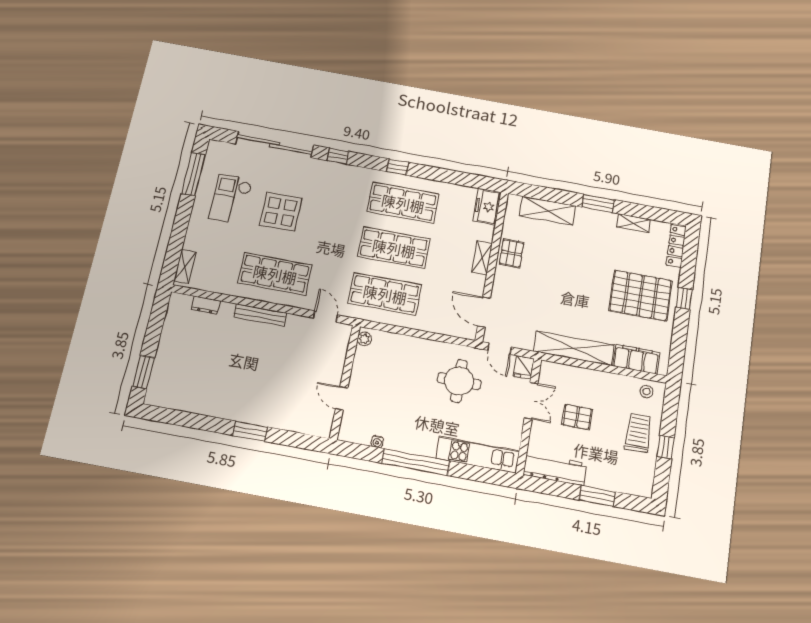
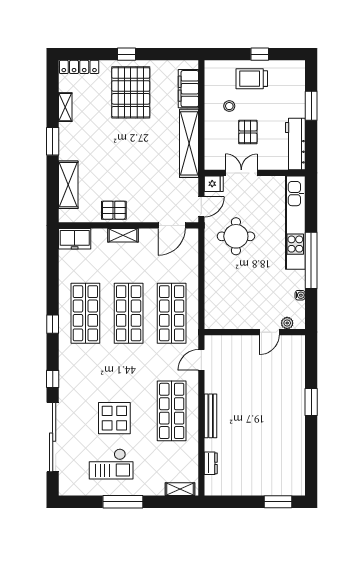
window: (193, 174) -> (123, 502), moved
plant: (364, 339) -> (287, 323), moved
stool: (647, 391) -> (229, 106), moved
kitchen unit: (478, 455) -> (295, 223), width x1.36

